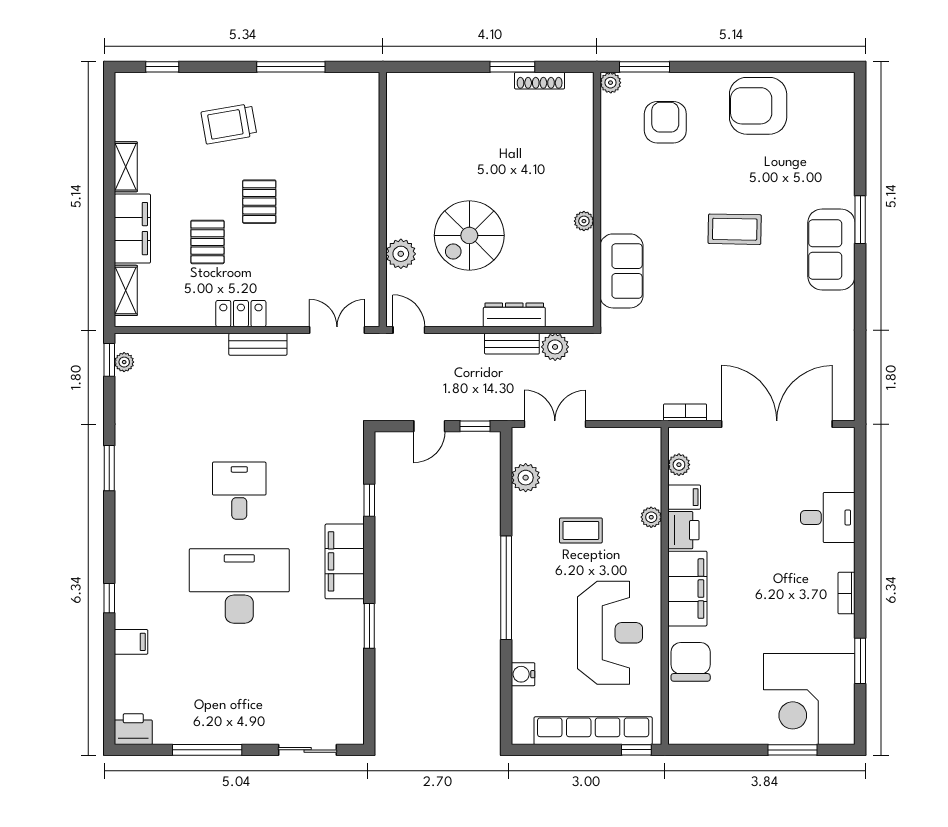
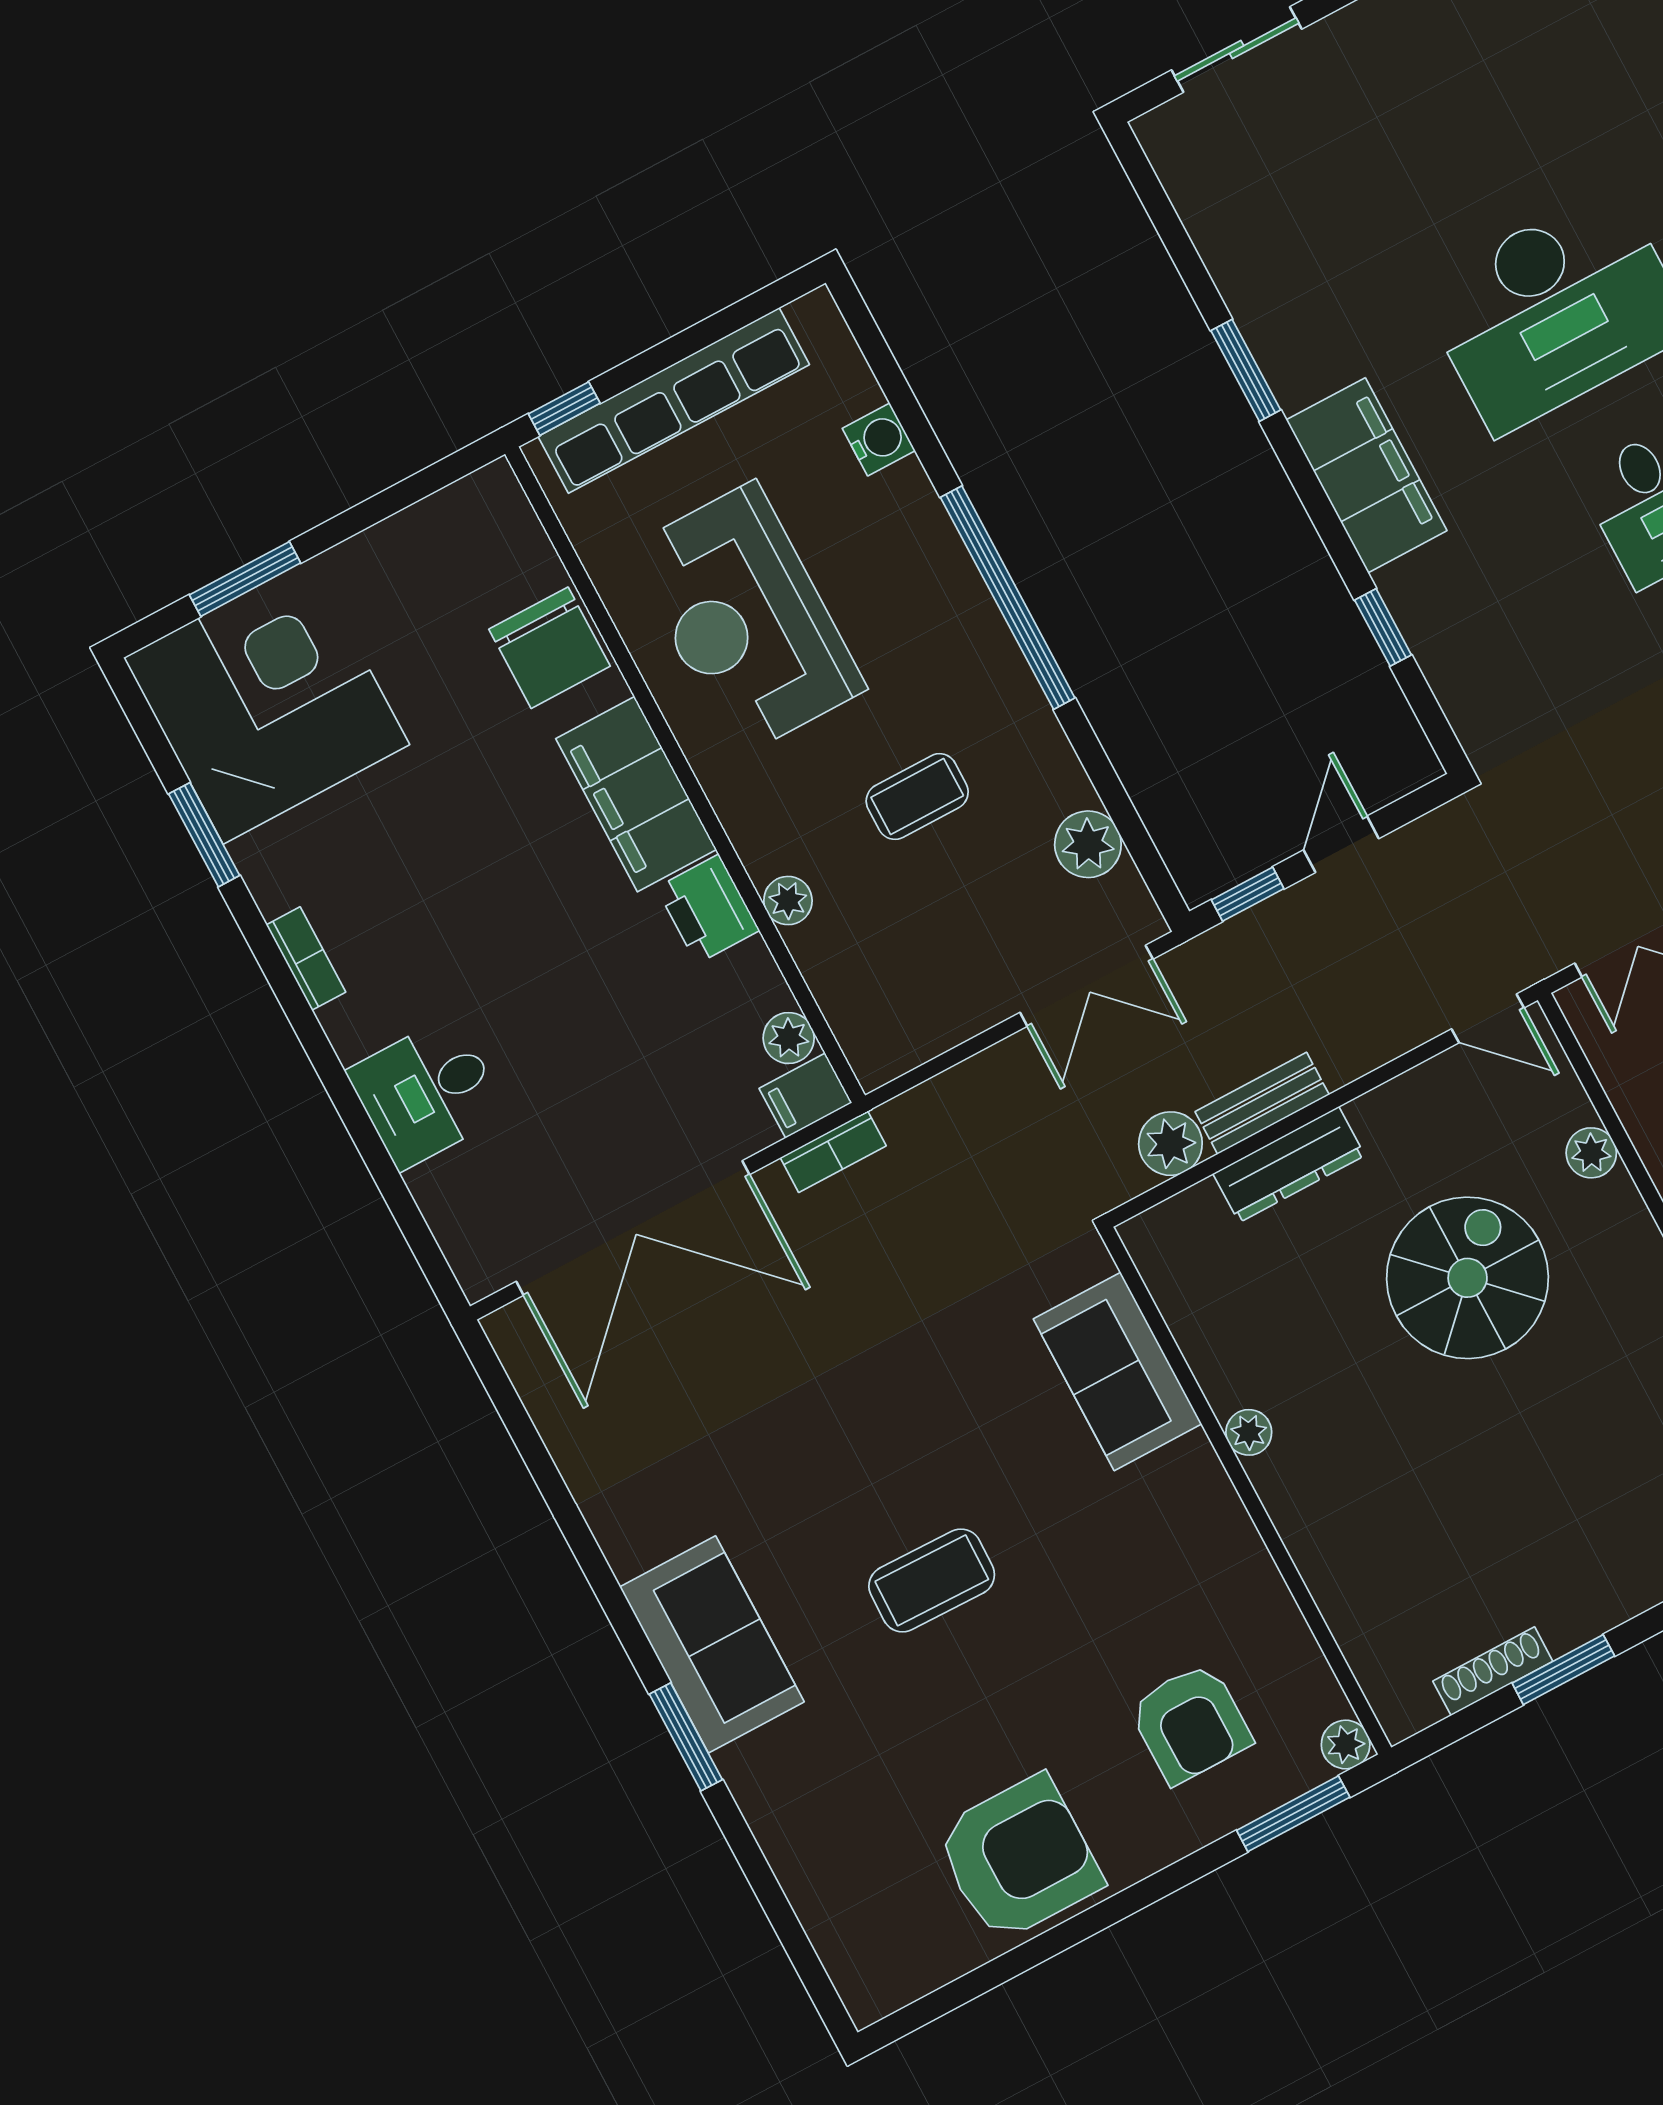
plant: (401, 254) -> (1591, 1153), width x0.73, depth x0.73
filing cabinet: (684, 497) -> (805, 1095), moved

